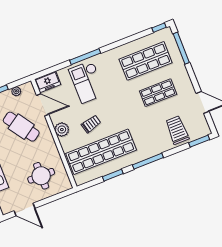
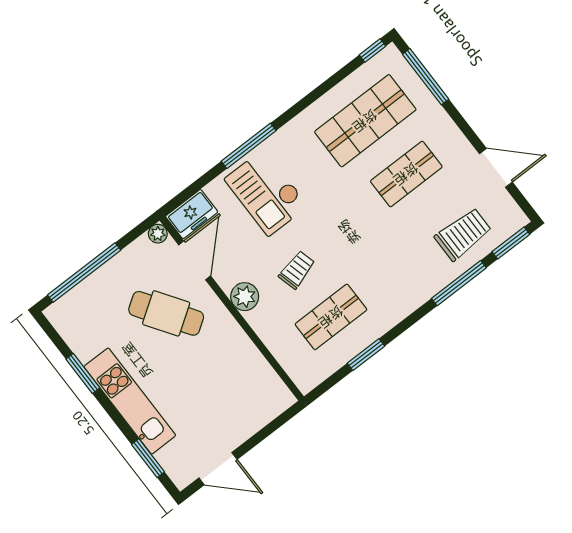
plant: (16, 91) -> (158, 234), moved
door: (43, 105) -> (195, 260), hinge flipped
trolley: (177, 130) -> (463, 234), turned 90
shop shelf: (101, 152) -> (331, 317), width x0.50, depth x0.74
window: (148, 161) -> (459, 283), moved
round table: (41, 176) -> (231, 395), removed

